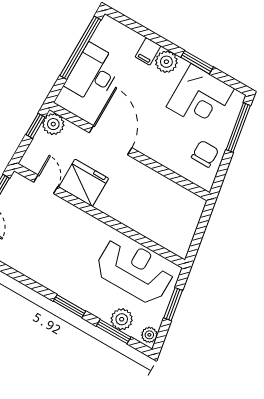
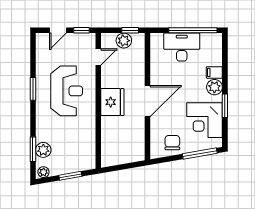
plant: (53, 124) -> (124, 41), moved
door: (111, 140) -> (148, 101), moved
chair: (205, 154) -> (172, 143), turned -90
fridge: (84, 183) -> (112, 102), moved
reception desk: (135, 270) -> (67, 91), moved
window: (70, 306) -> (33, 89), moved

